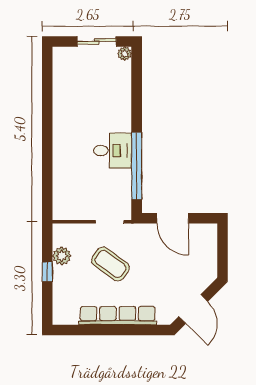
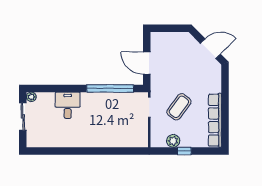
desk: (113, 151) -> (68, 105), moved
door: (173, 218) -> (147, 63), swing flipped
row of seats: (118, 316) -> (215, 120), moved

